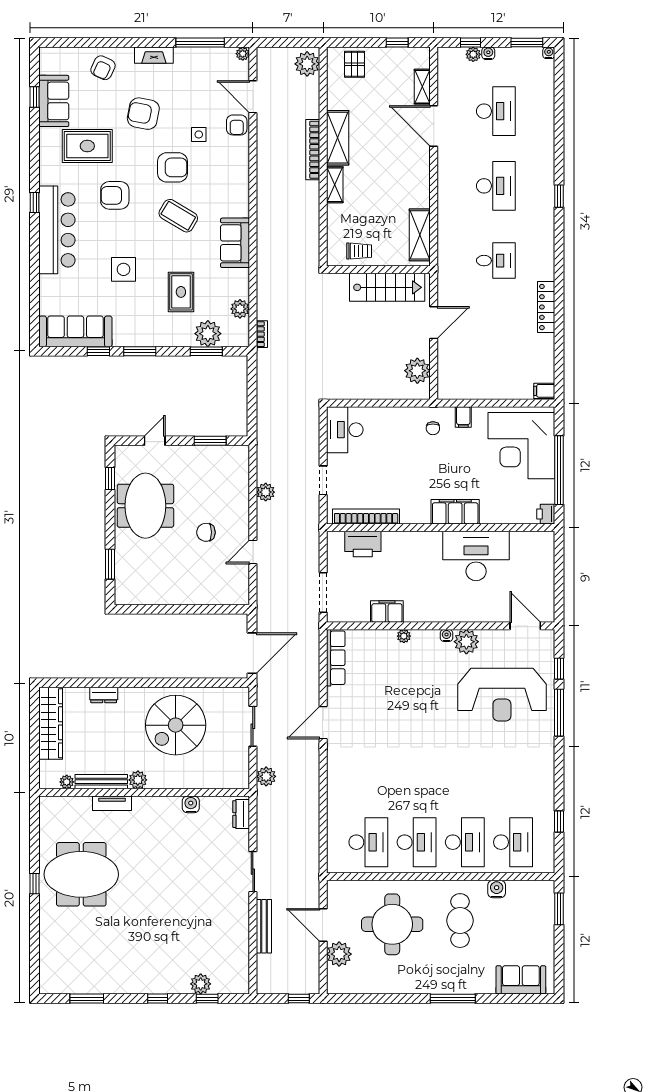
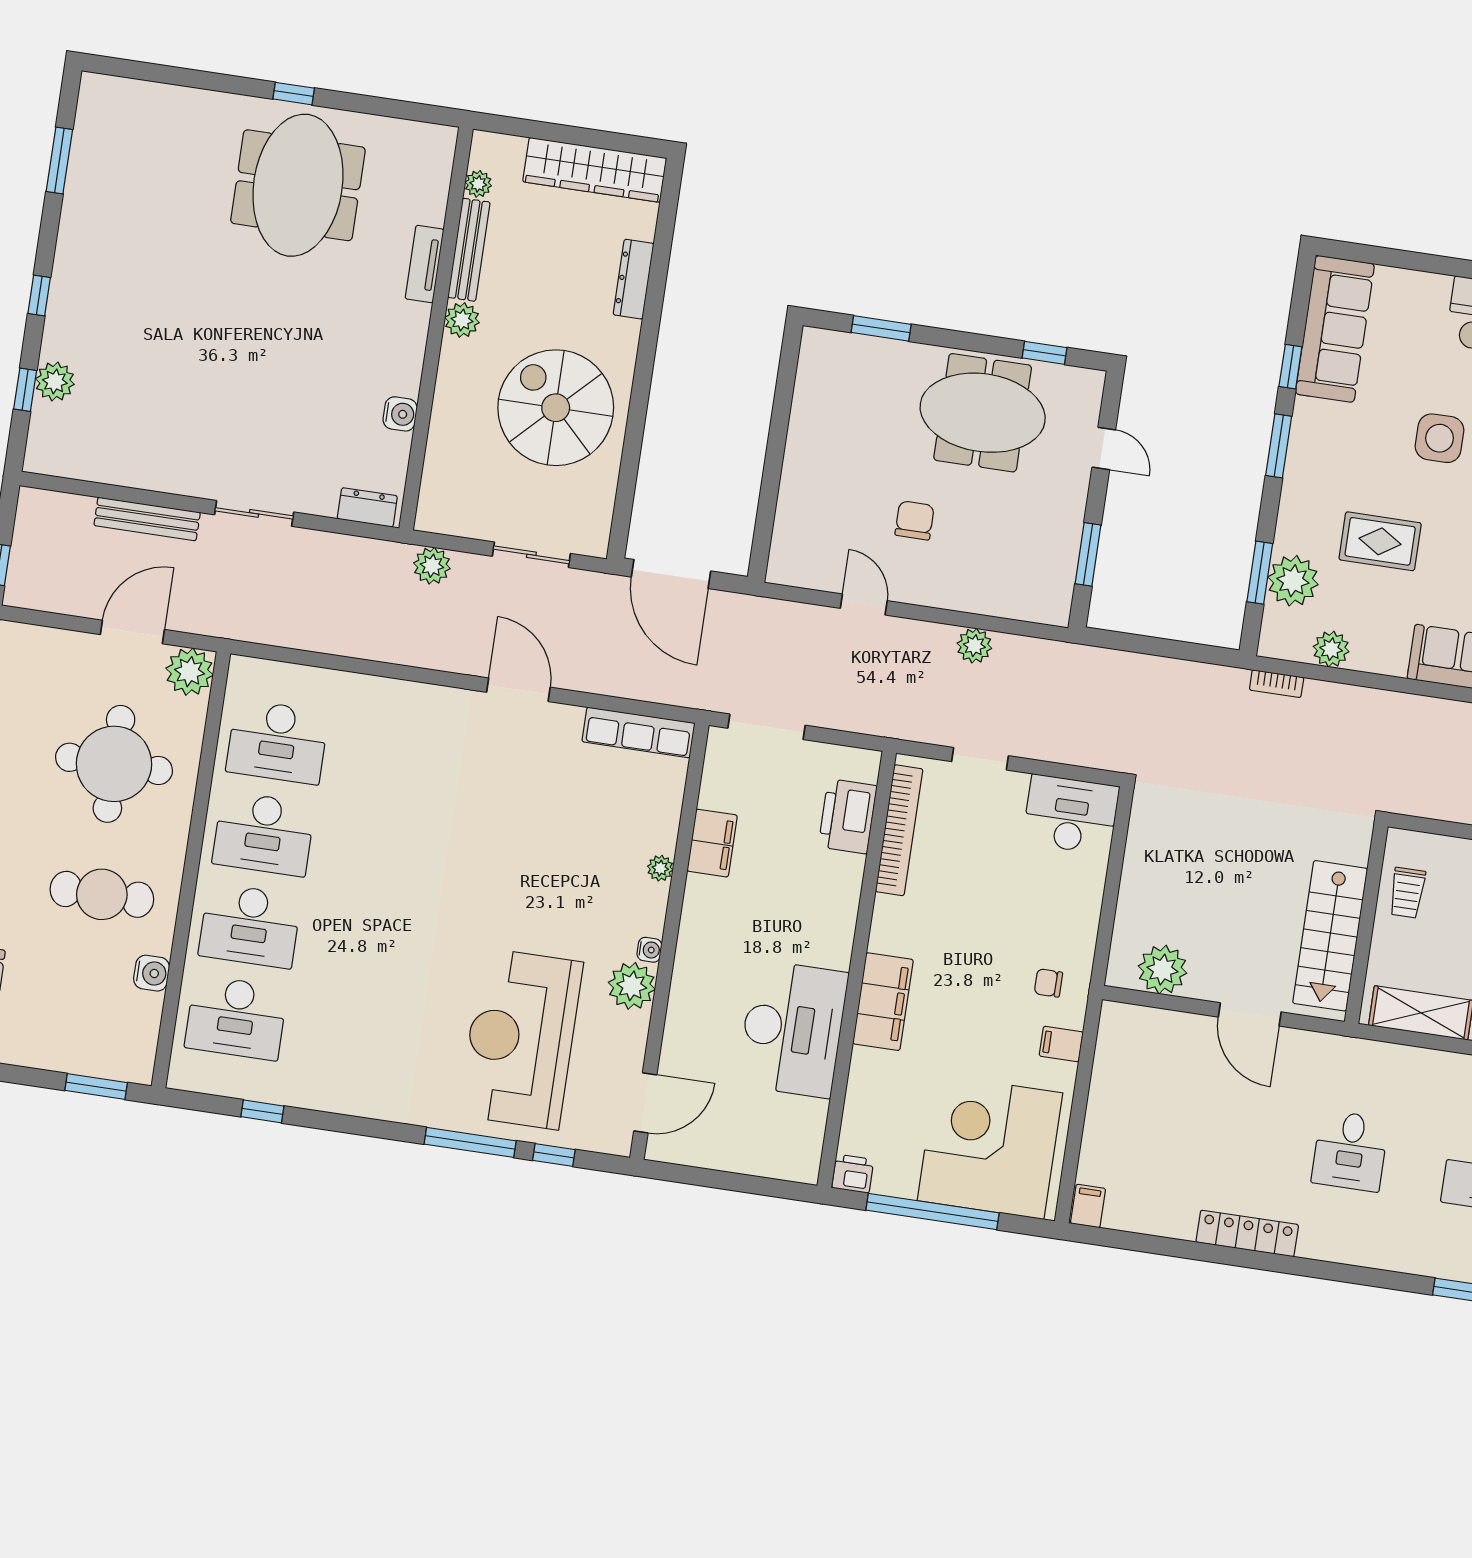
dresser: (104, 695) -> (633, 279), width x1.44
plant: (339, 954) -> (190, 672), moved

